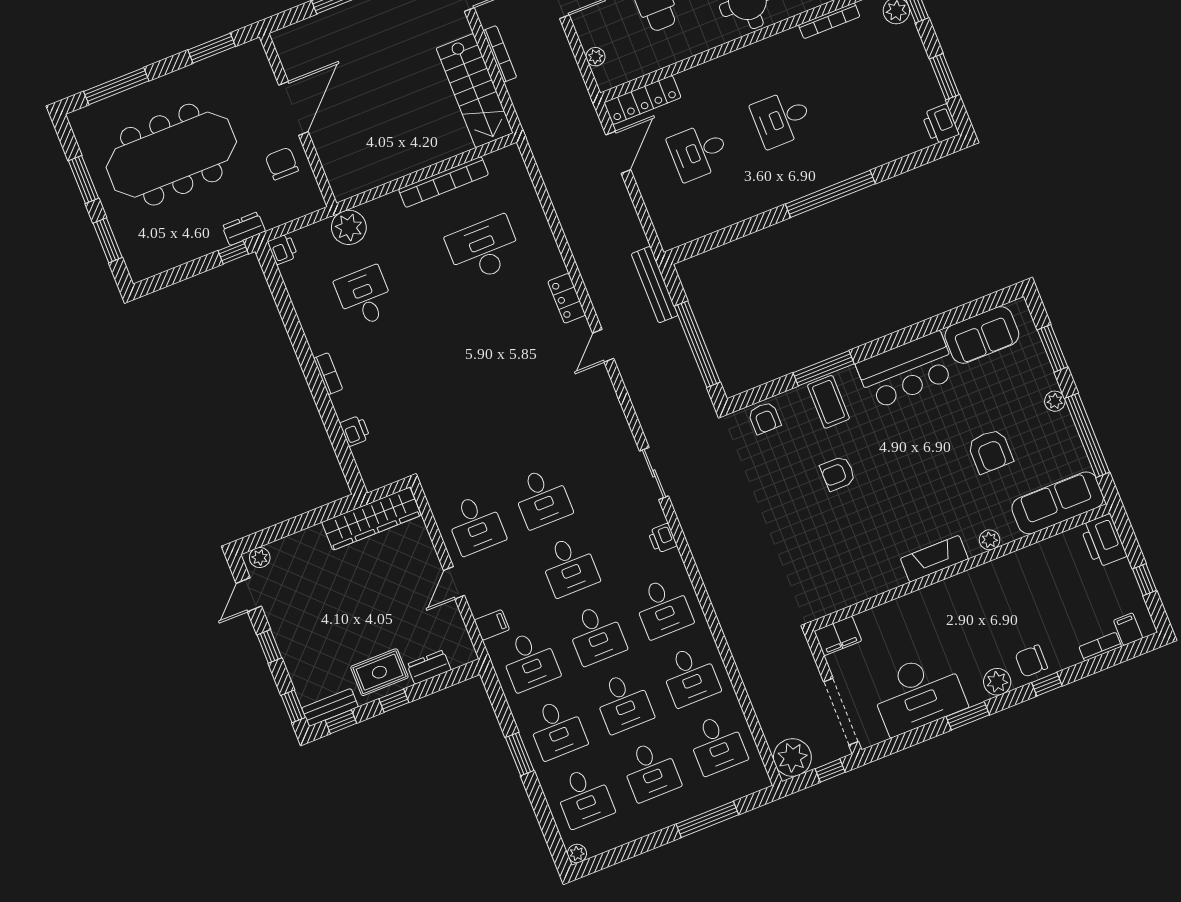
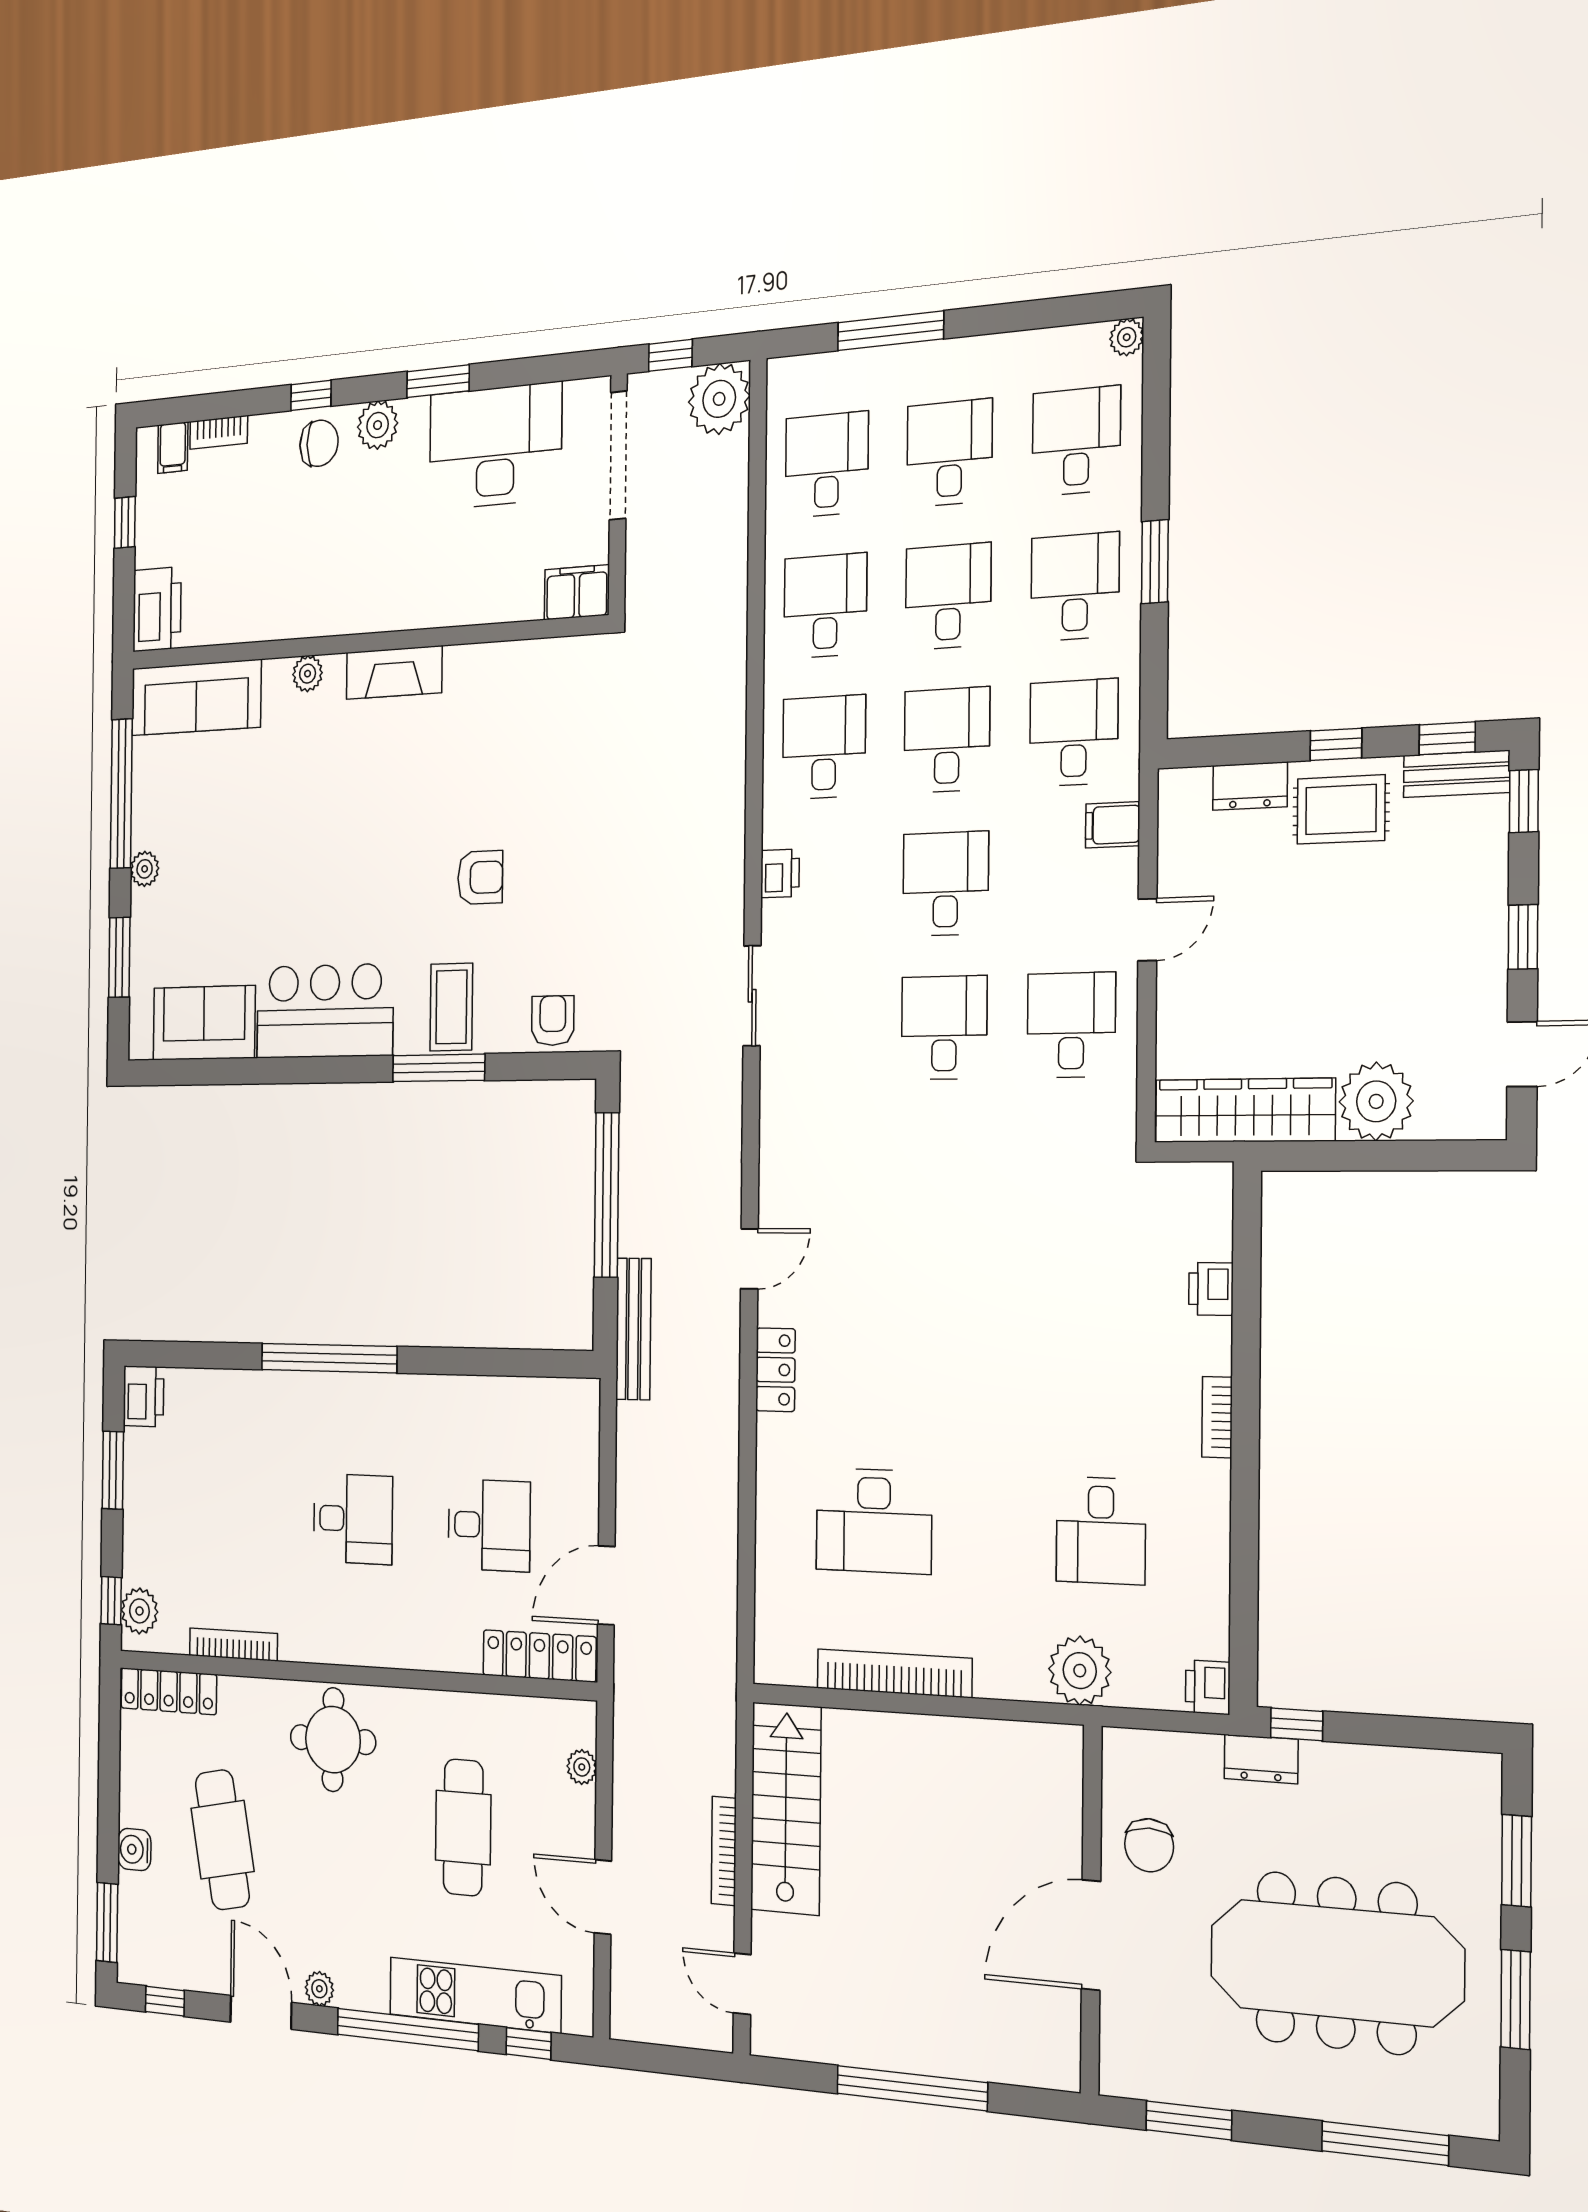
armchair: (990, 451) -> (257, 824), removed
plant: (260, 557) -> (1376, 1101), moved, width x1.88, depth x1.88

